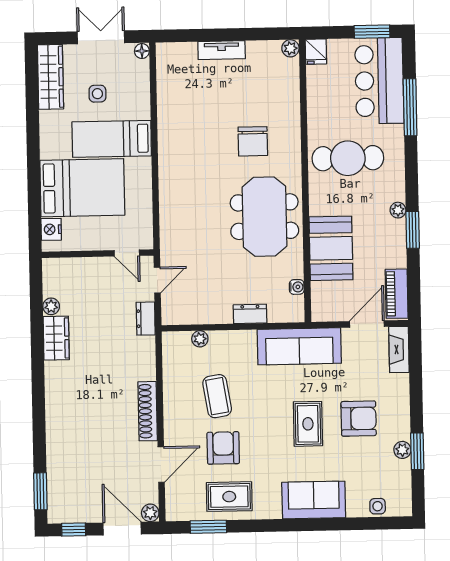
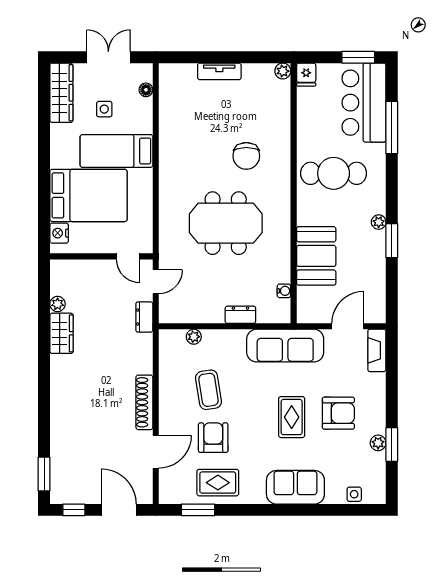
floor lamp: (142, 51) -> (146, 90), moved
meeting table: (264, 217) -> (226, 223), moved, turned 90
piano: (397, 294) -> (376, 299), removed
plant: (150, 513) -> (145, 496), removed

